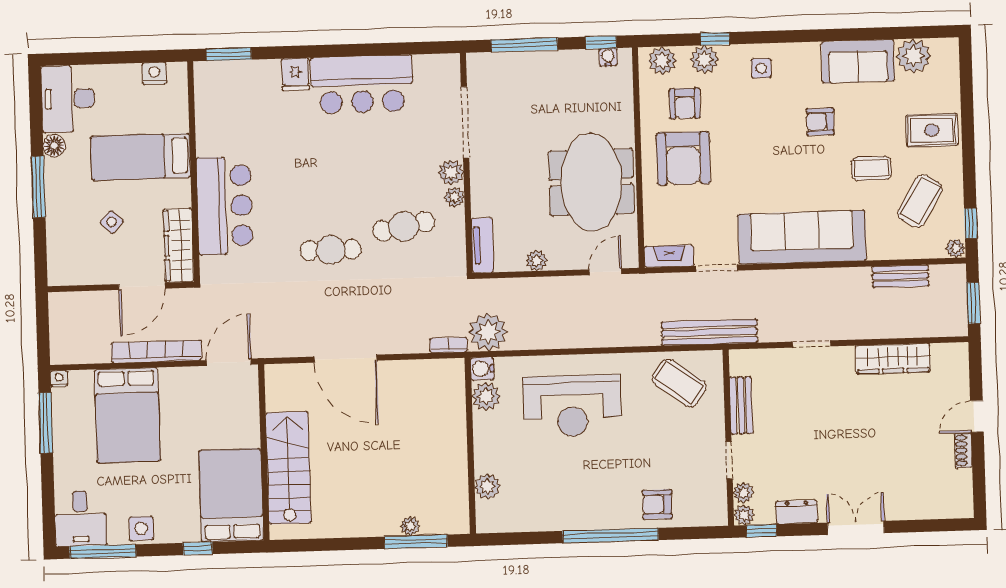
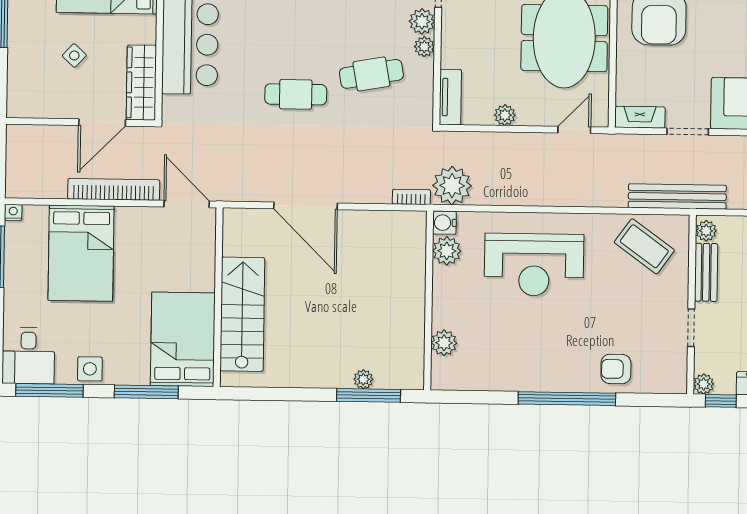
door: (229, 362) -> (187, 204), hinge flipped
plant: (743, 493) -> (706, 231), moved
window: (198, 549) -> (146, 392), width x2.17

